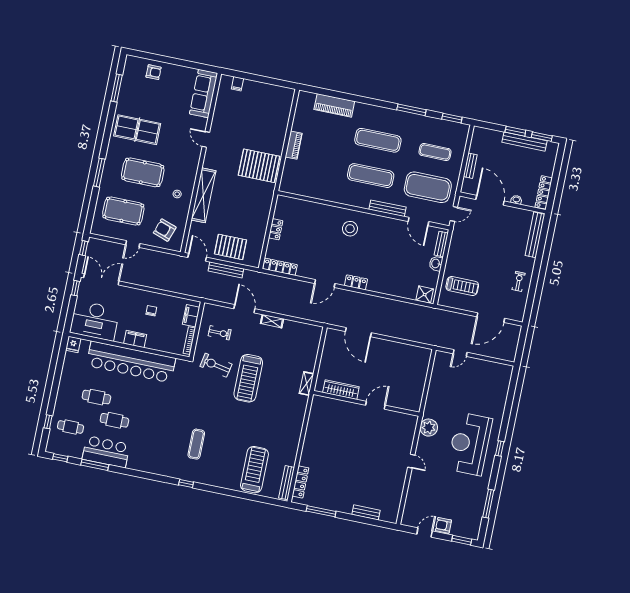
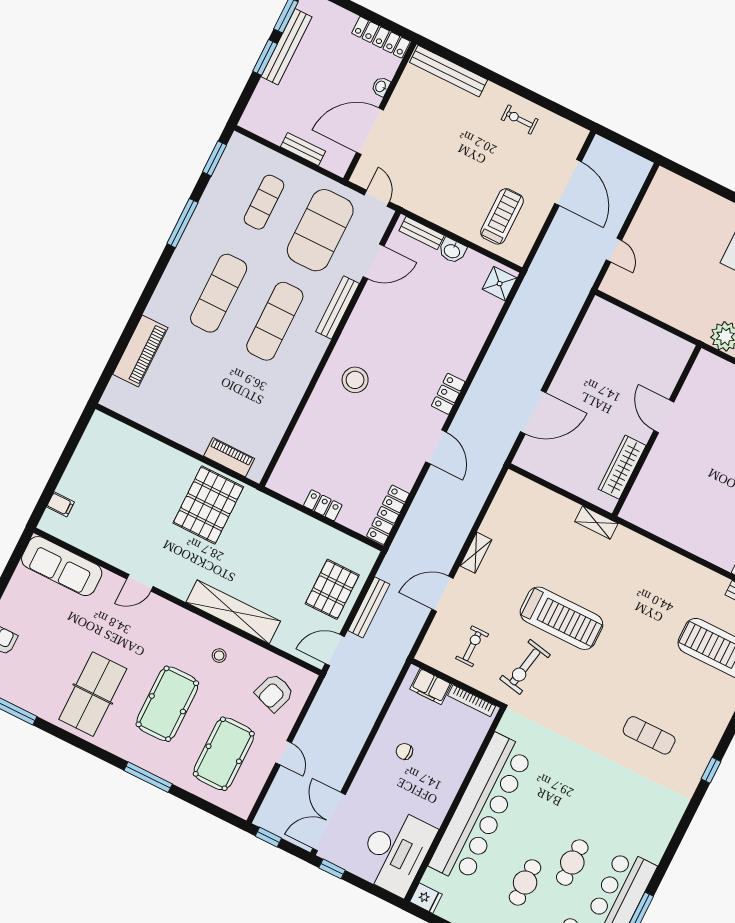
piano: (294, 145) -> (229, 457), moved
filing cabinet: (135, 339) -> (445, 791), removed

